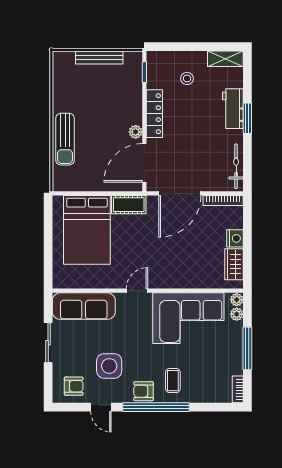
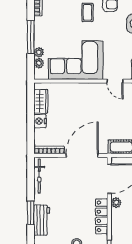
door: (137, 291) -> (115, 81), hinge flipped
plant: (237, 300) -> (39, 52), moved

